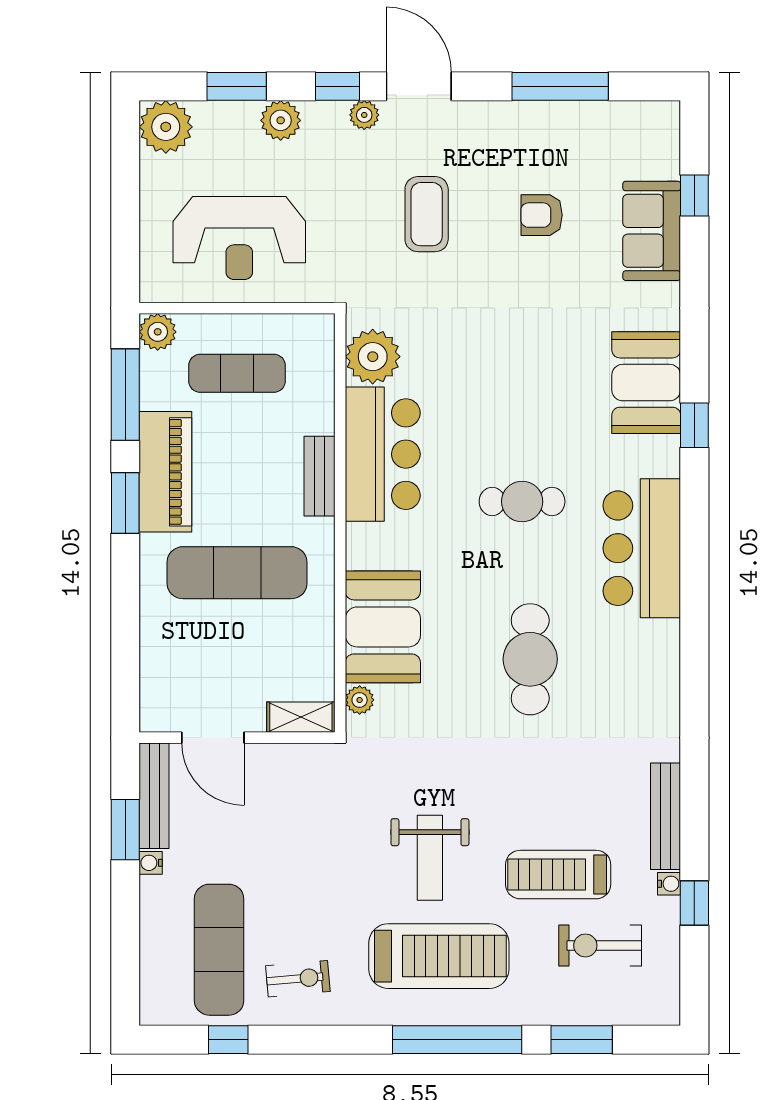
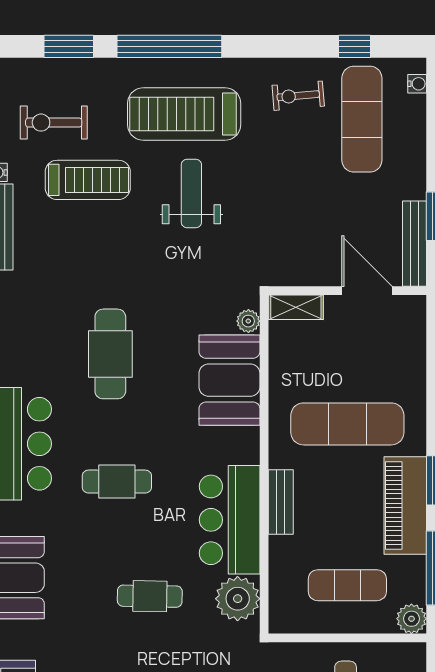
cafe table: (481, 360) -> (150, 596), added
water cooler: (151, 863) -> (417, 84), moved
exercise bike: (600, 945) -> (54, 123), turned 180

